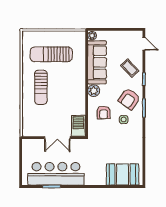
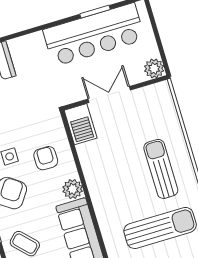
plant: (28, 145) -> (154, 68), added

